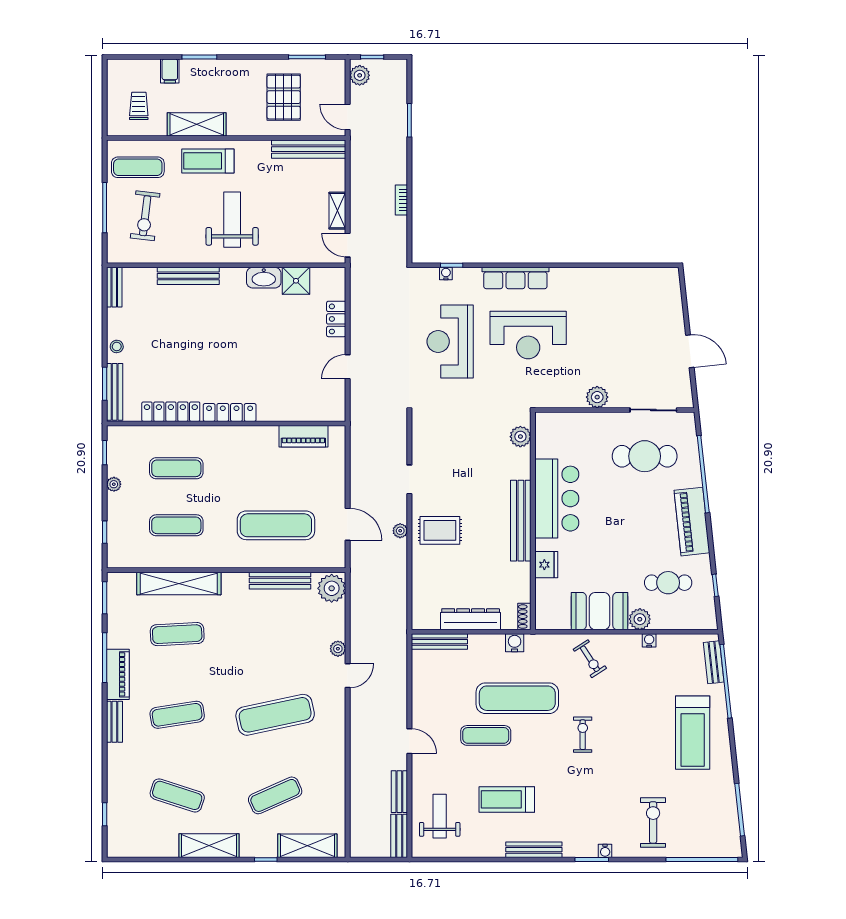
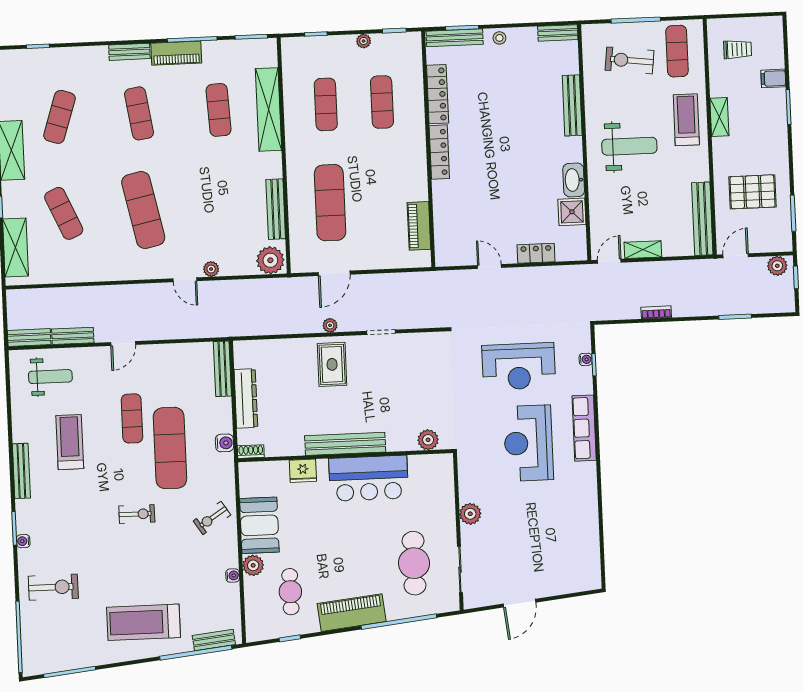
shelving: (197, 124) -> (719, 117), width x0.67, depth x0.75
reception desk: (450, 342) -> (519, 366), turned 180

